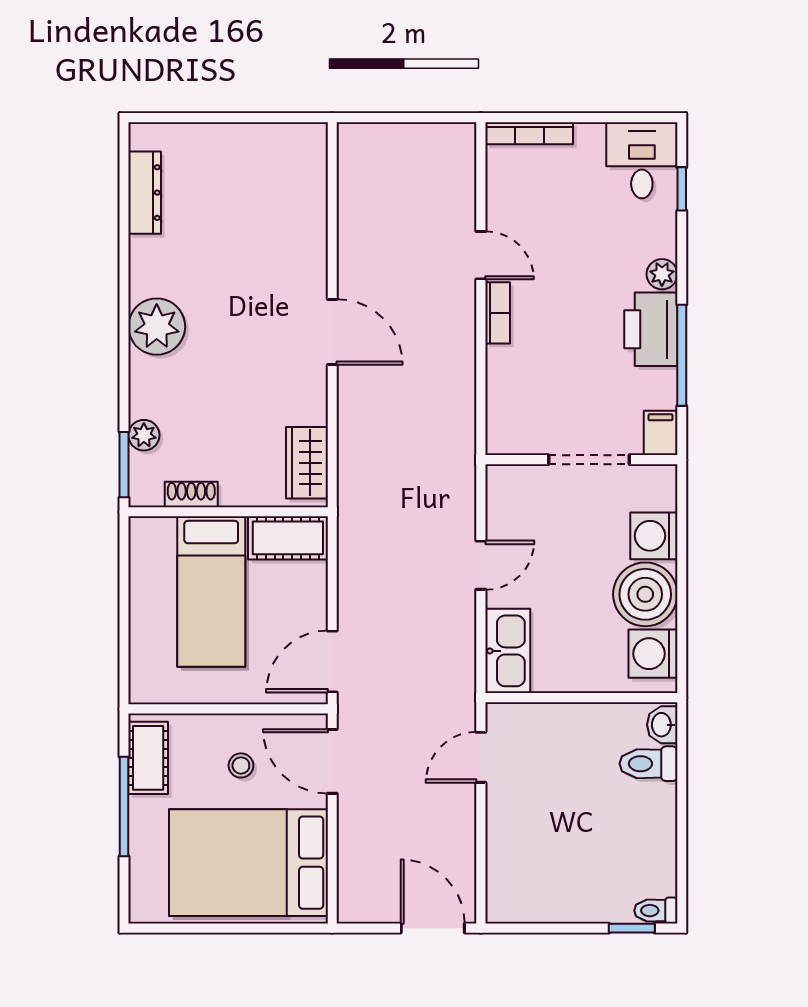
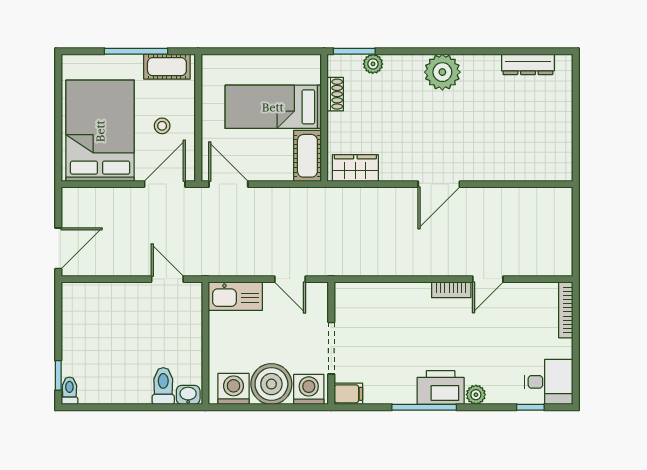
filing cabinet: (661, 433) -> (348, 394), moved
wall: (581, 460) -> (331, 343), moved
doorway: (589, 460) -> (331, 348), moved

